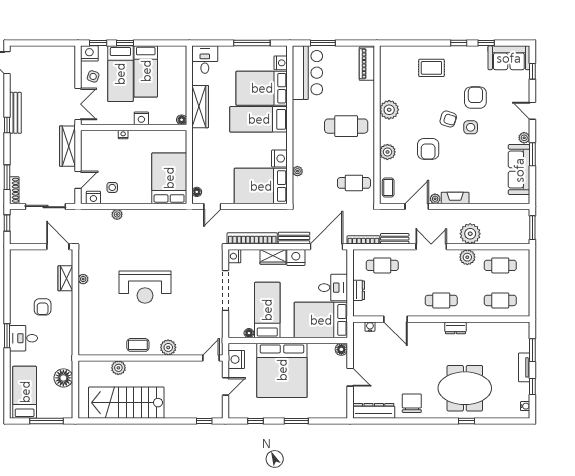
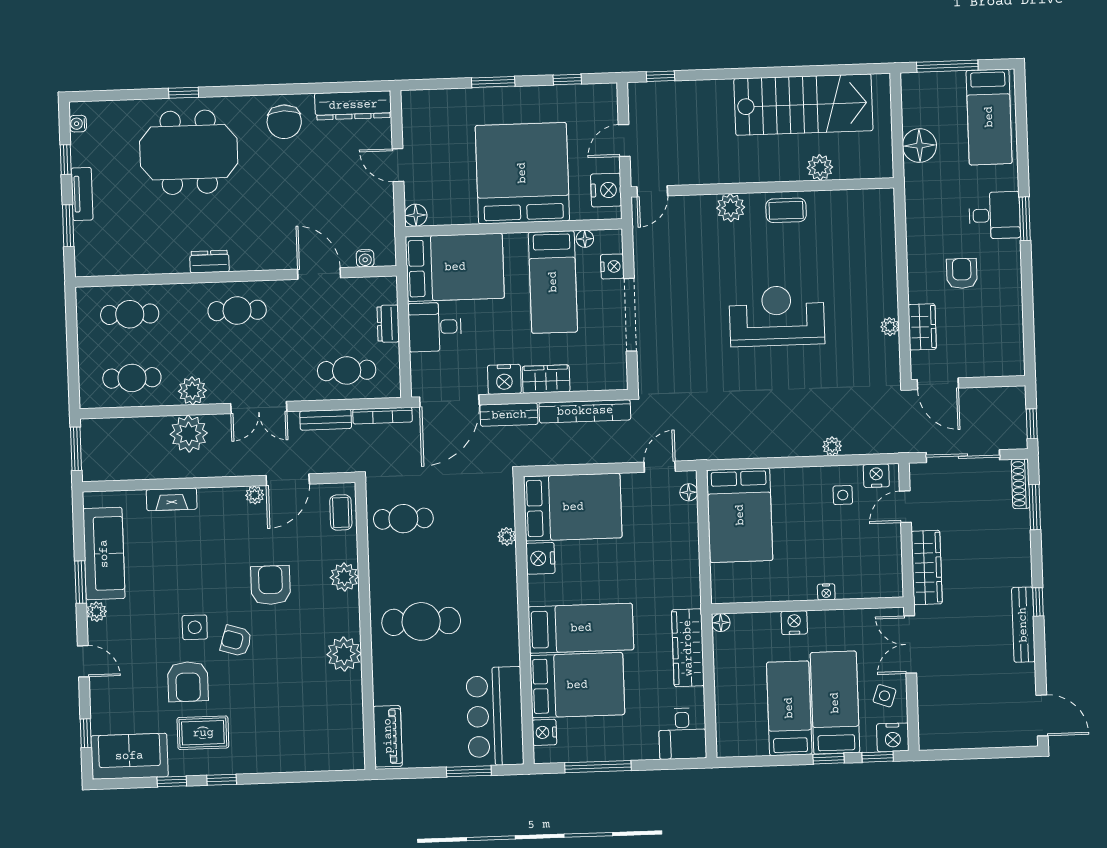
rug: (431, 68) -> (203, 733), moved
fireplace: (455, 198) -> (172, 499), moved
nightstand: (234, 256) -> (612, 266), moved

